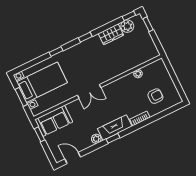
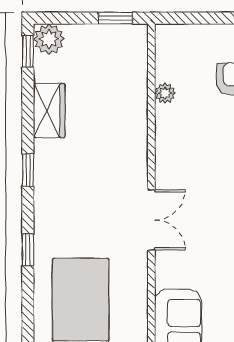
window: (148, 24) -> (116, 18), moved
plant: (127, 26) -> (49, 39), moved

